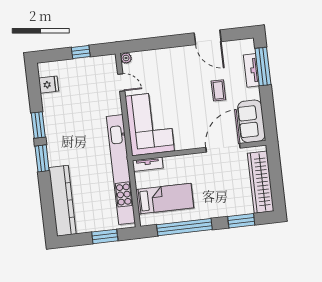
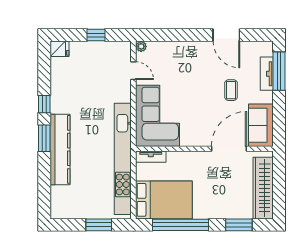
fridge: (49, 85) -> (60, 49), moved
window: (38, 125) -> (44, 104), width x0.67
bed: (165, 199) -> (164, 200), width x1.50
kitchen counter: (62, 201) -> (60, 149), moved

